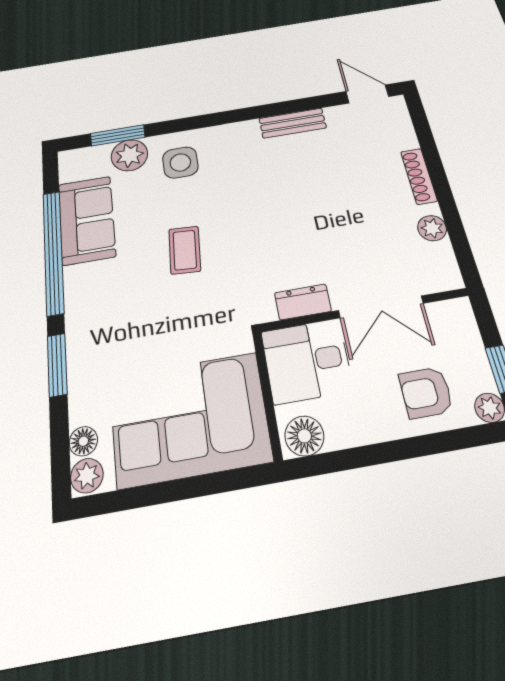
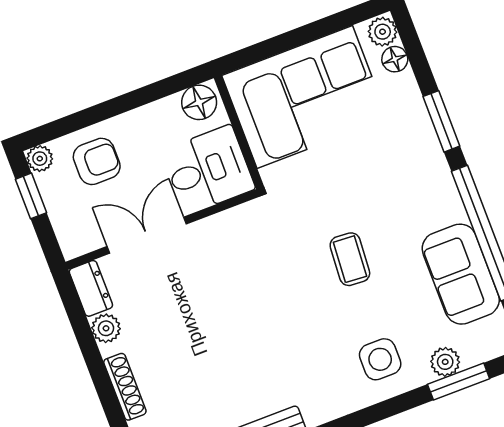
plant: (129, 155) -> (445, 362), width x0.73, depth x0.73
dresser: (303, 302) -> (91, 288), moved, turned -90

